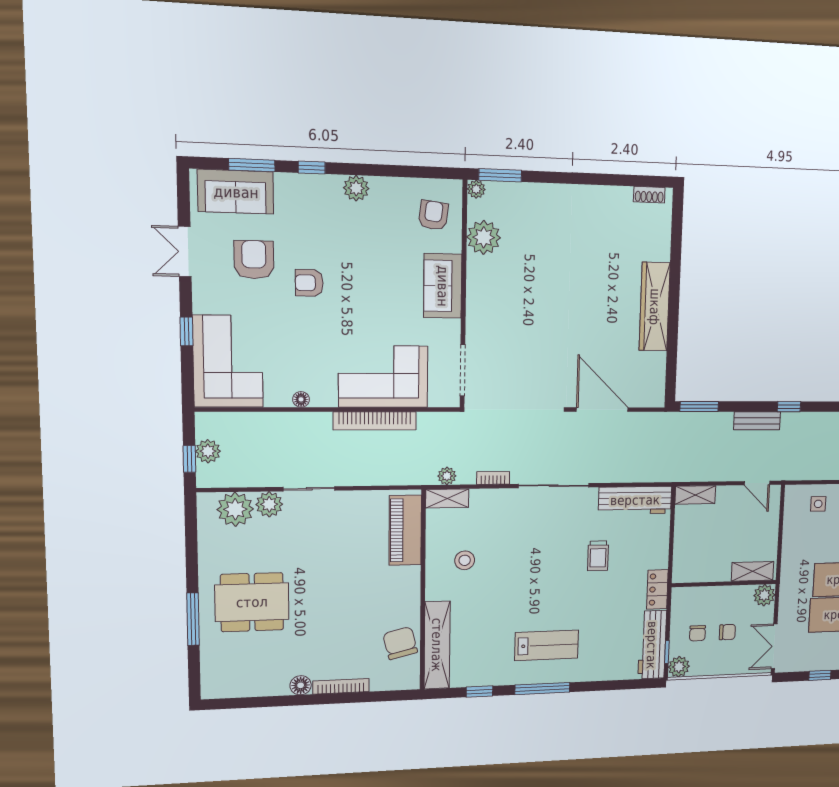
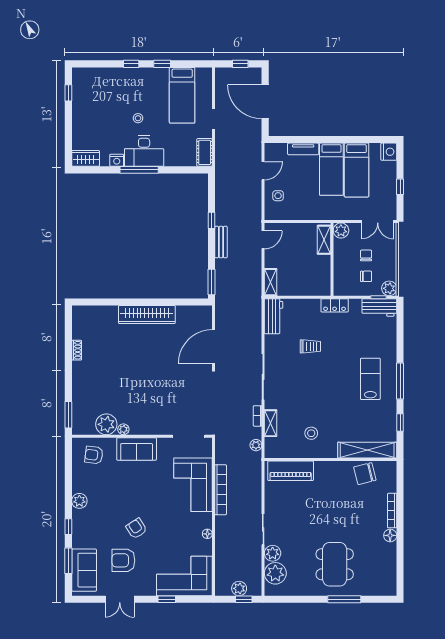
plant: (476, 189) -> (123, 429), moved
shoe rack: (649, 195) -> (77, 350), moved
armchair: (309, 283) -> (136, 529), turned 147
shelving: (447, 498) -> (271, 423), moved
workbench: (635, 500) -> (274, 316), width x0.73
workbench: (652, 645) -> (379, 307), width x0.73

